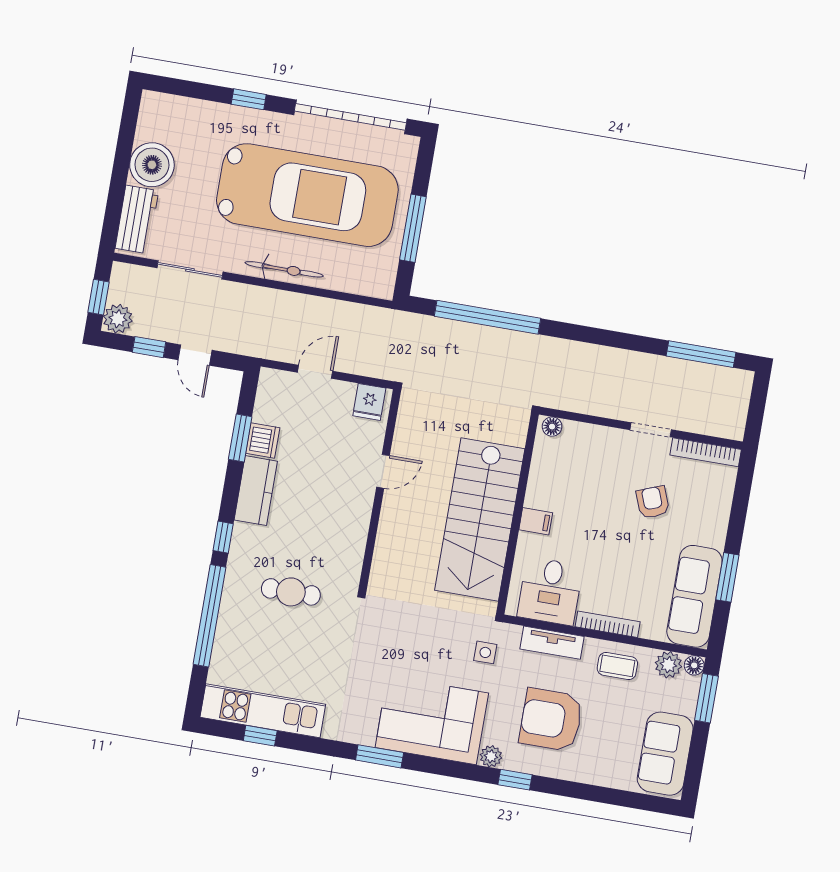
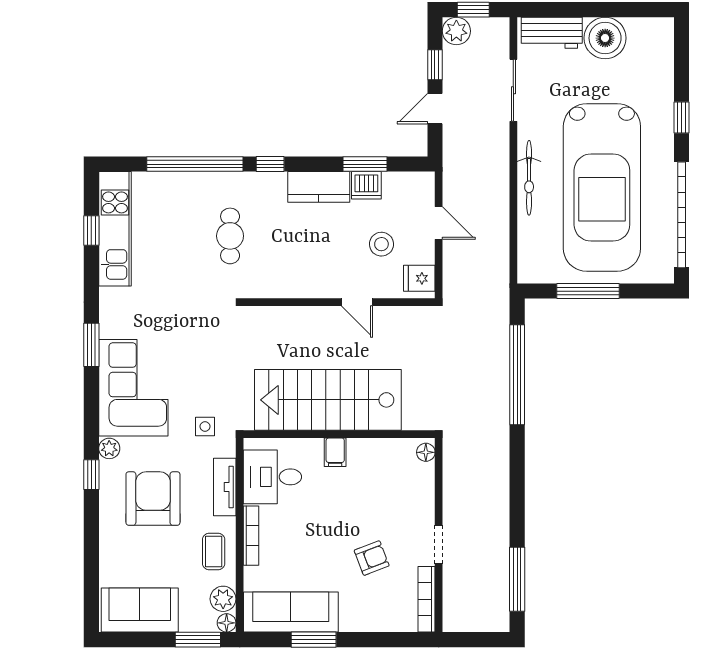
stool: (327, 435) -> (381, 244), added

